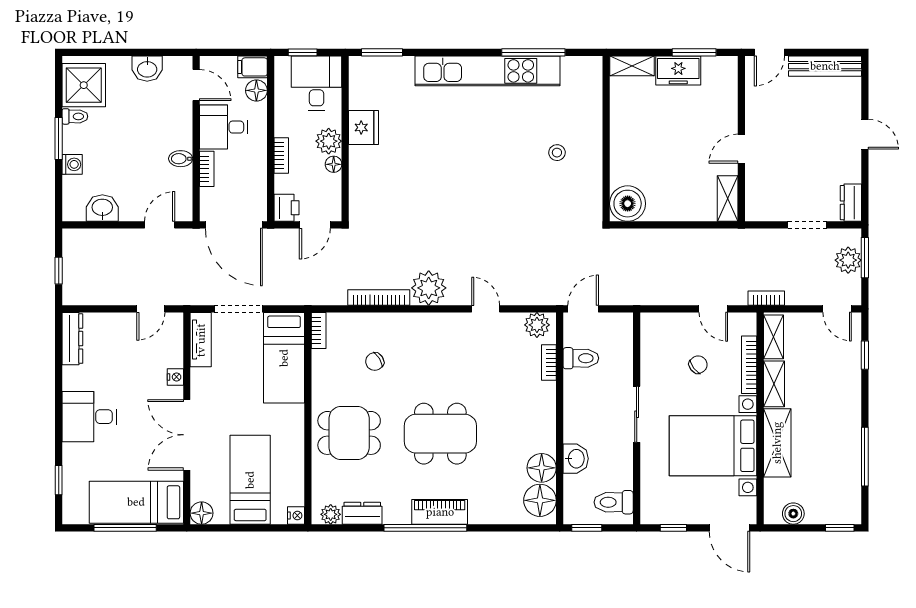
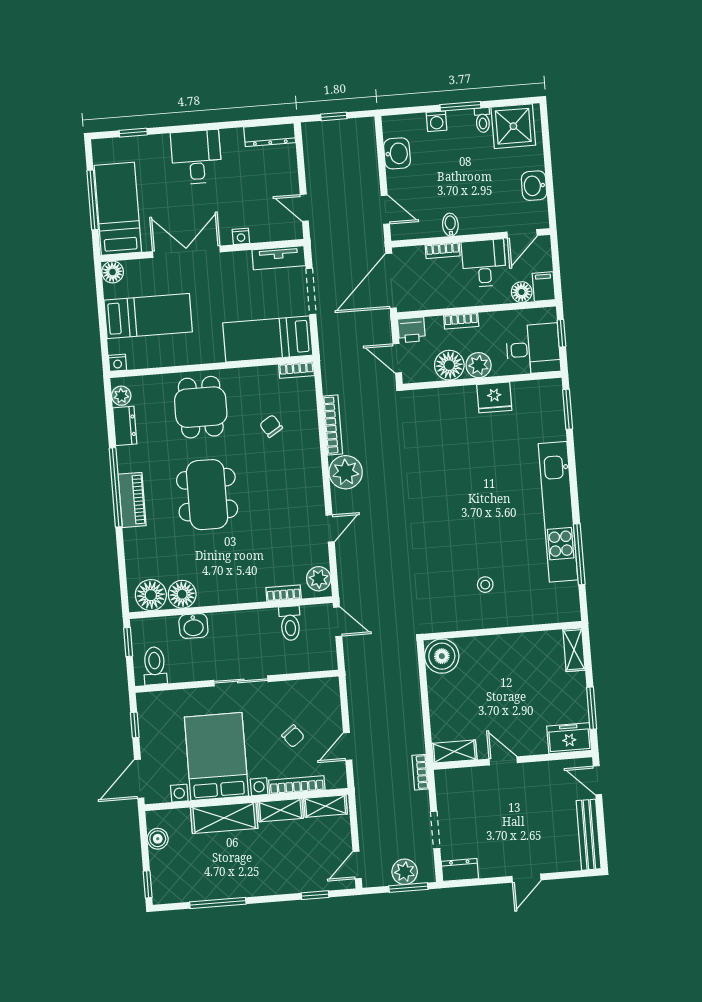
freezer: (678, 71) -> (569, 738), moved, turned 90
floor lamp: (334, 164) -> (449, 365), width x1.89, depth x1.89
bookcase: (766, 298) -> (420, 772), moved, turned 180

